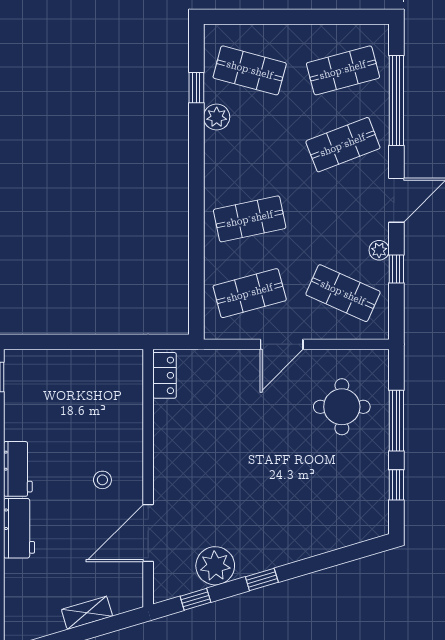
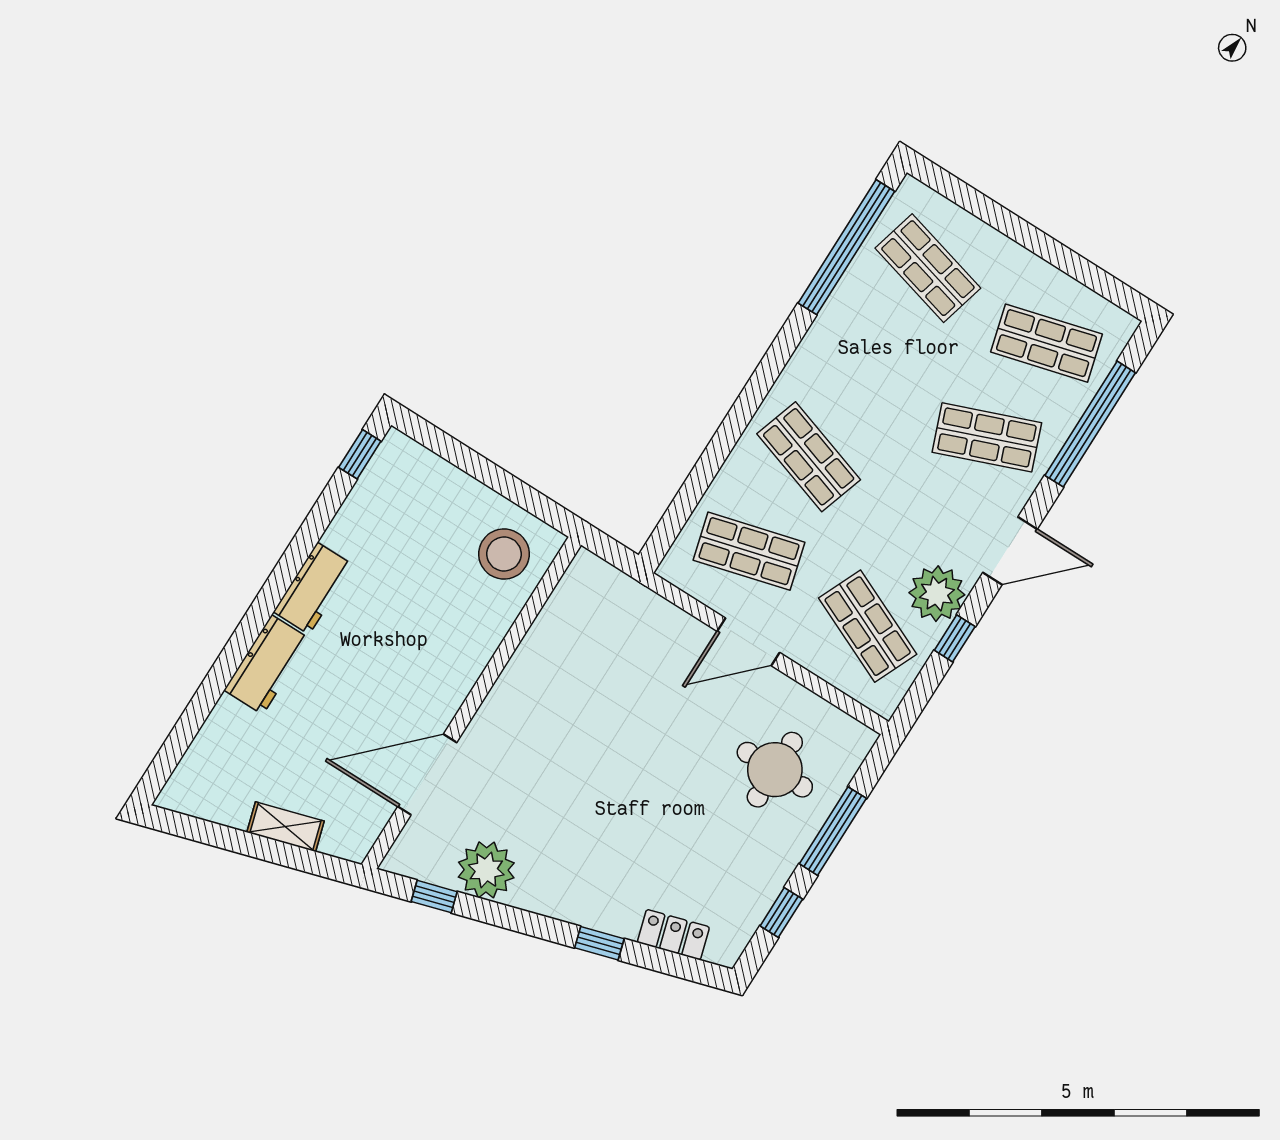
window: (196, 88) -> (846, 247), width x3.17
plant: (217, 117) -> (848, 301), removed
shop shelf: (250, 219) -> (809, 457), turned 30
plant: (379, 250) -> (937, 594), width x1.88, depth x1.88
locker: (165, 375) -> (673, 935), moved, turned -107
stool: (102, 480) -> (504, 554), moved, width x1.89, depth x1.89
window: (262, 580) -> (599, 943), moved

